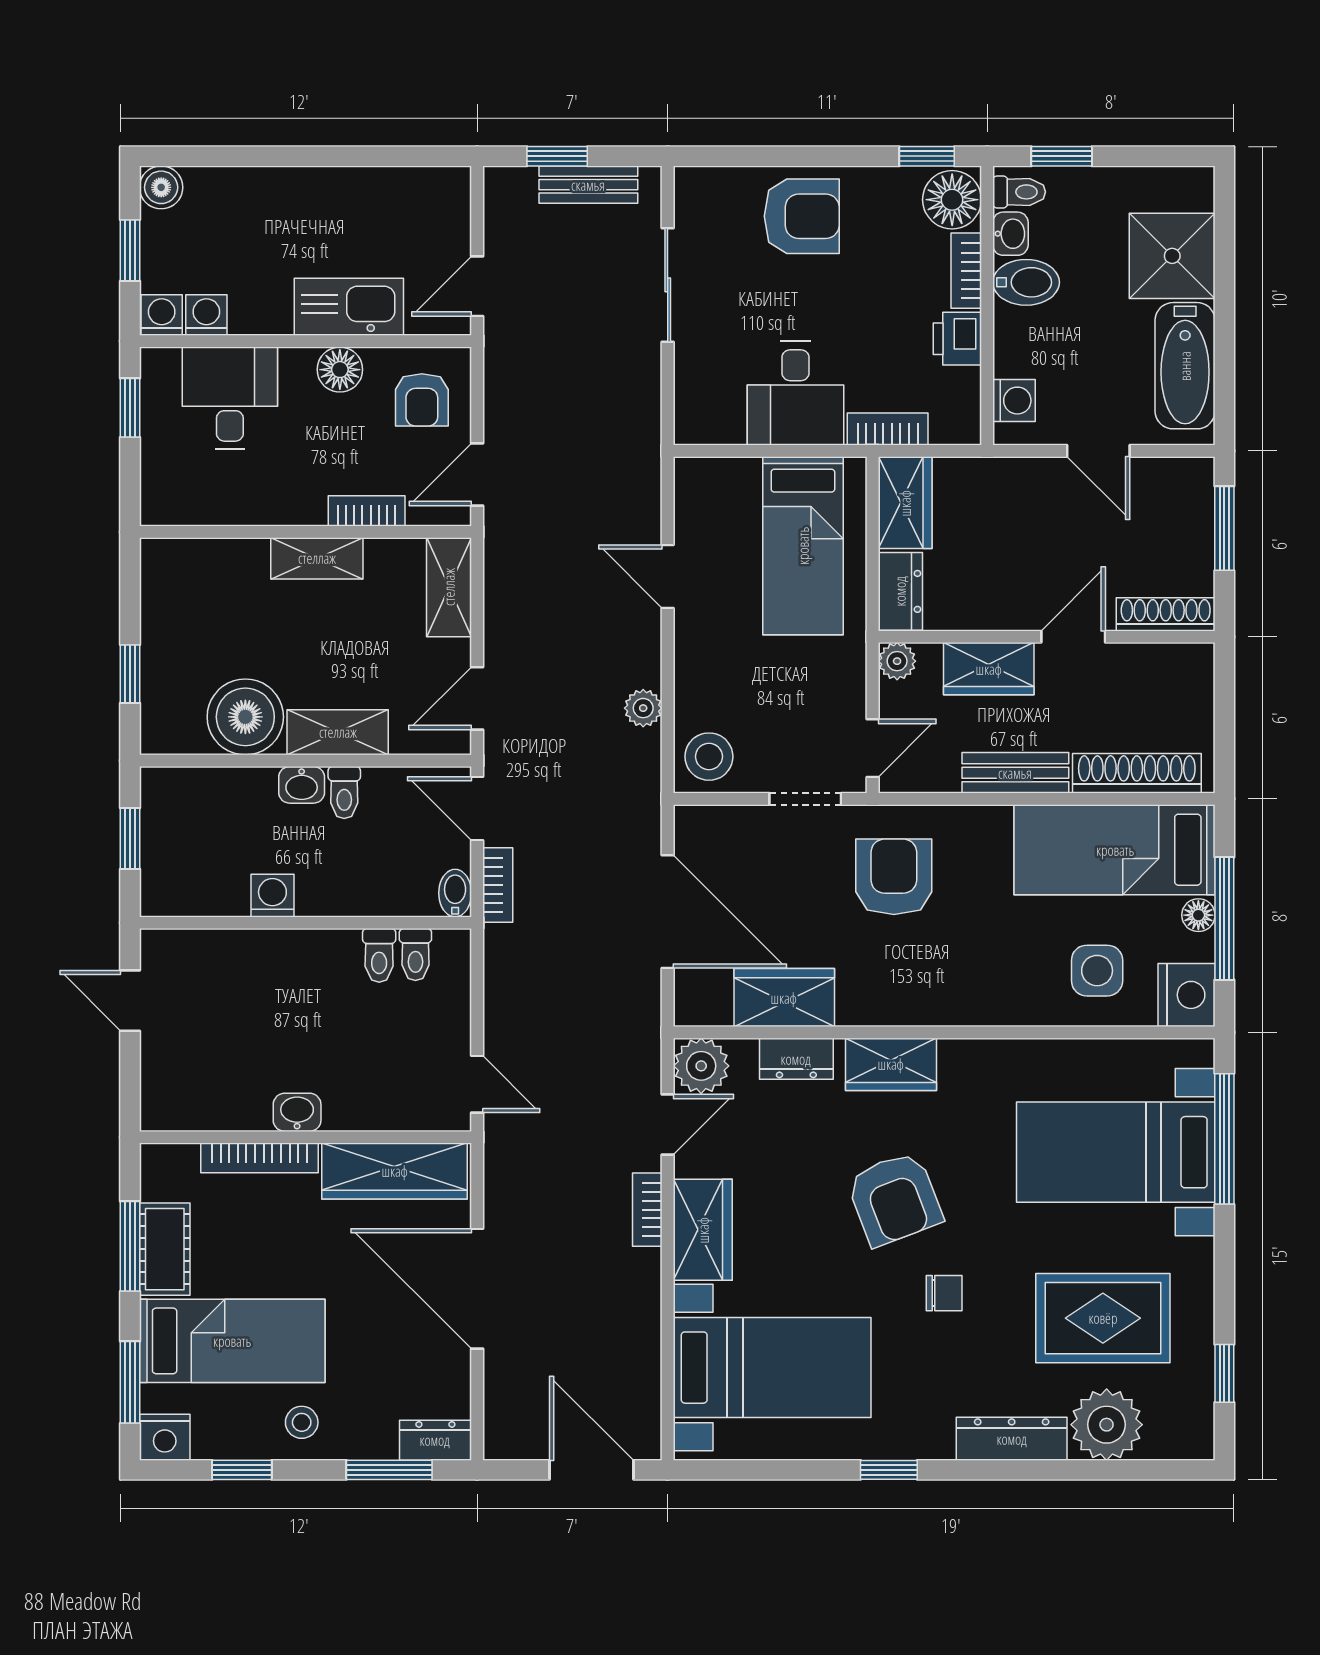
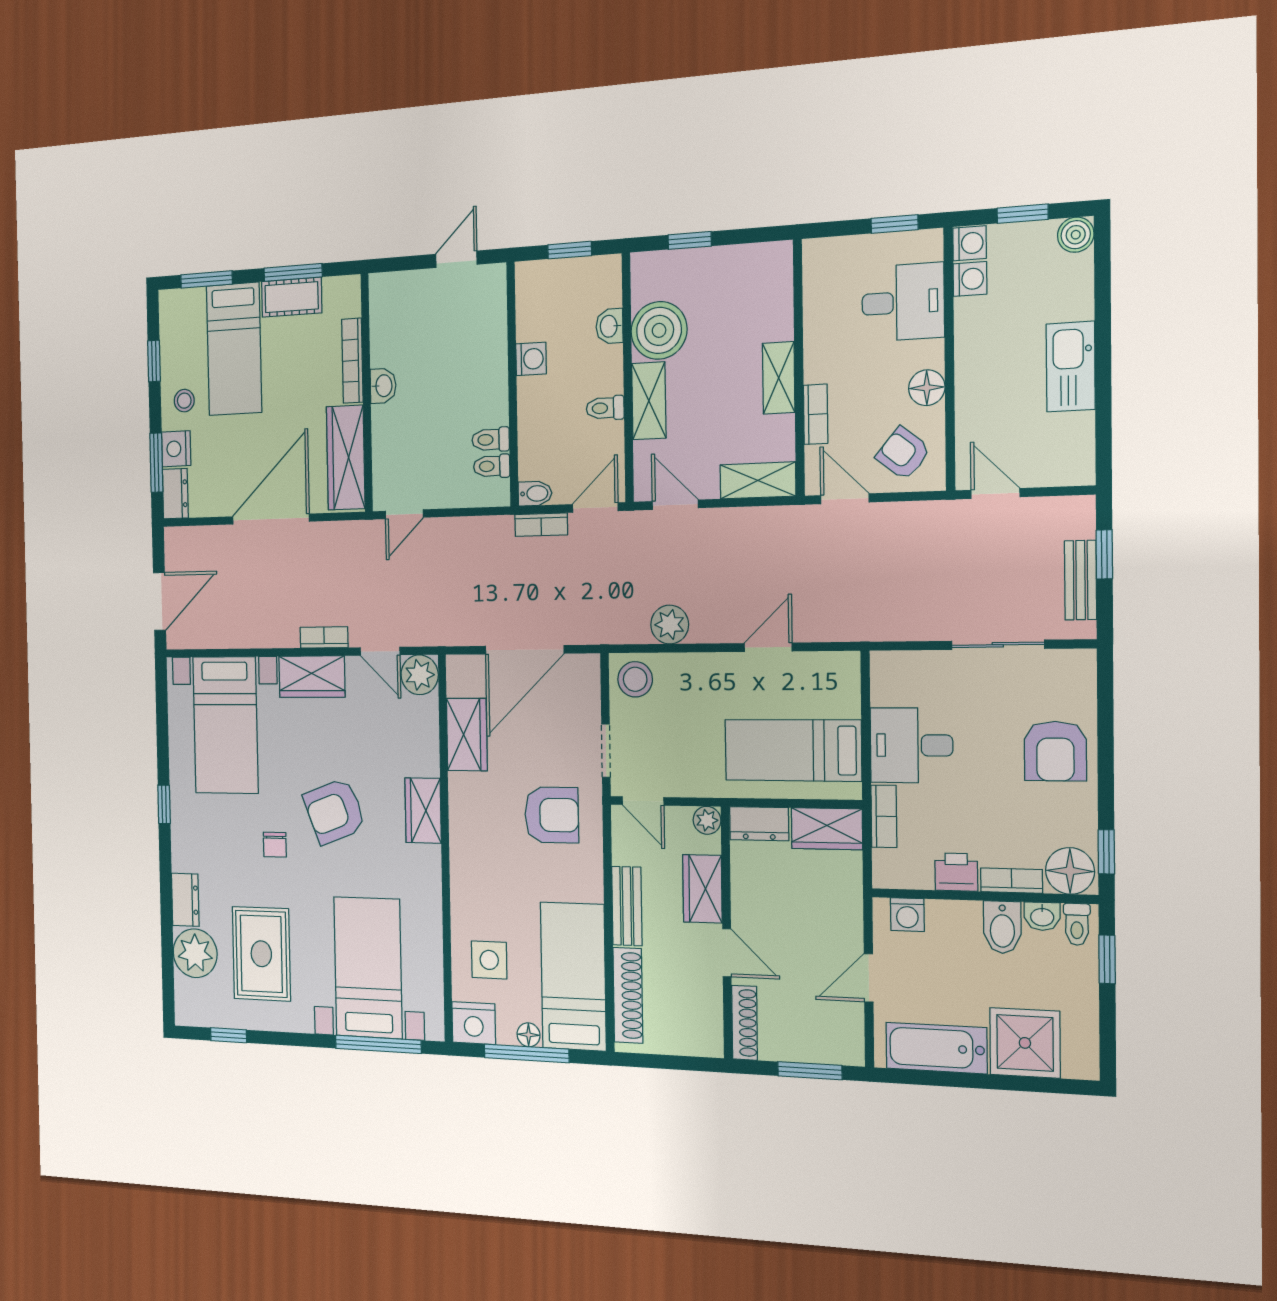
kitchen sink: (349, 307) -> (1071, 367), moved, turned 180
armchair: (422, 400) -> (903, 453), turned 39
plant: (643, 708) -> (670, 625), width x1.38, depth x1.38
washbasin: (302, 785) -> (609, 326), moved
dresser: (796, 1059) -> (426, 743), removed
nightstand: (165, 1437) -> (176, 449), moved
dresser: (1012, 1439) -> (185, 900), width x0.70

